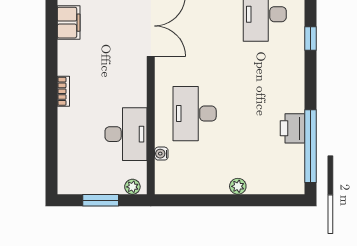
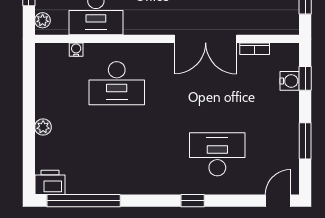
desk: (195, 114) -> (117, 83), turned 180
printer: (292, 128) -> (50, 182), moved

